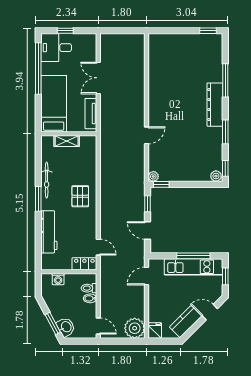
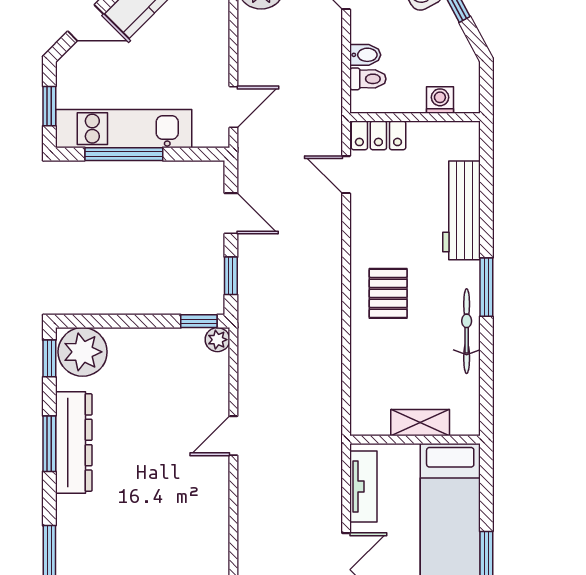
dresser: (215, 105) -> (74, 443), moved
plant: (216, 176) -> (83, 352), width x1.87, depth x1.87

